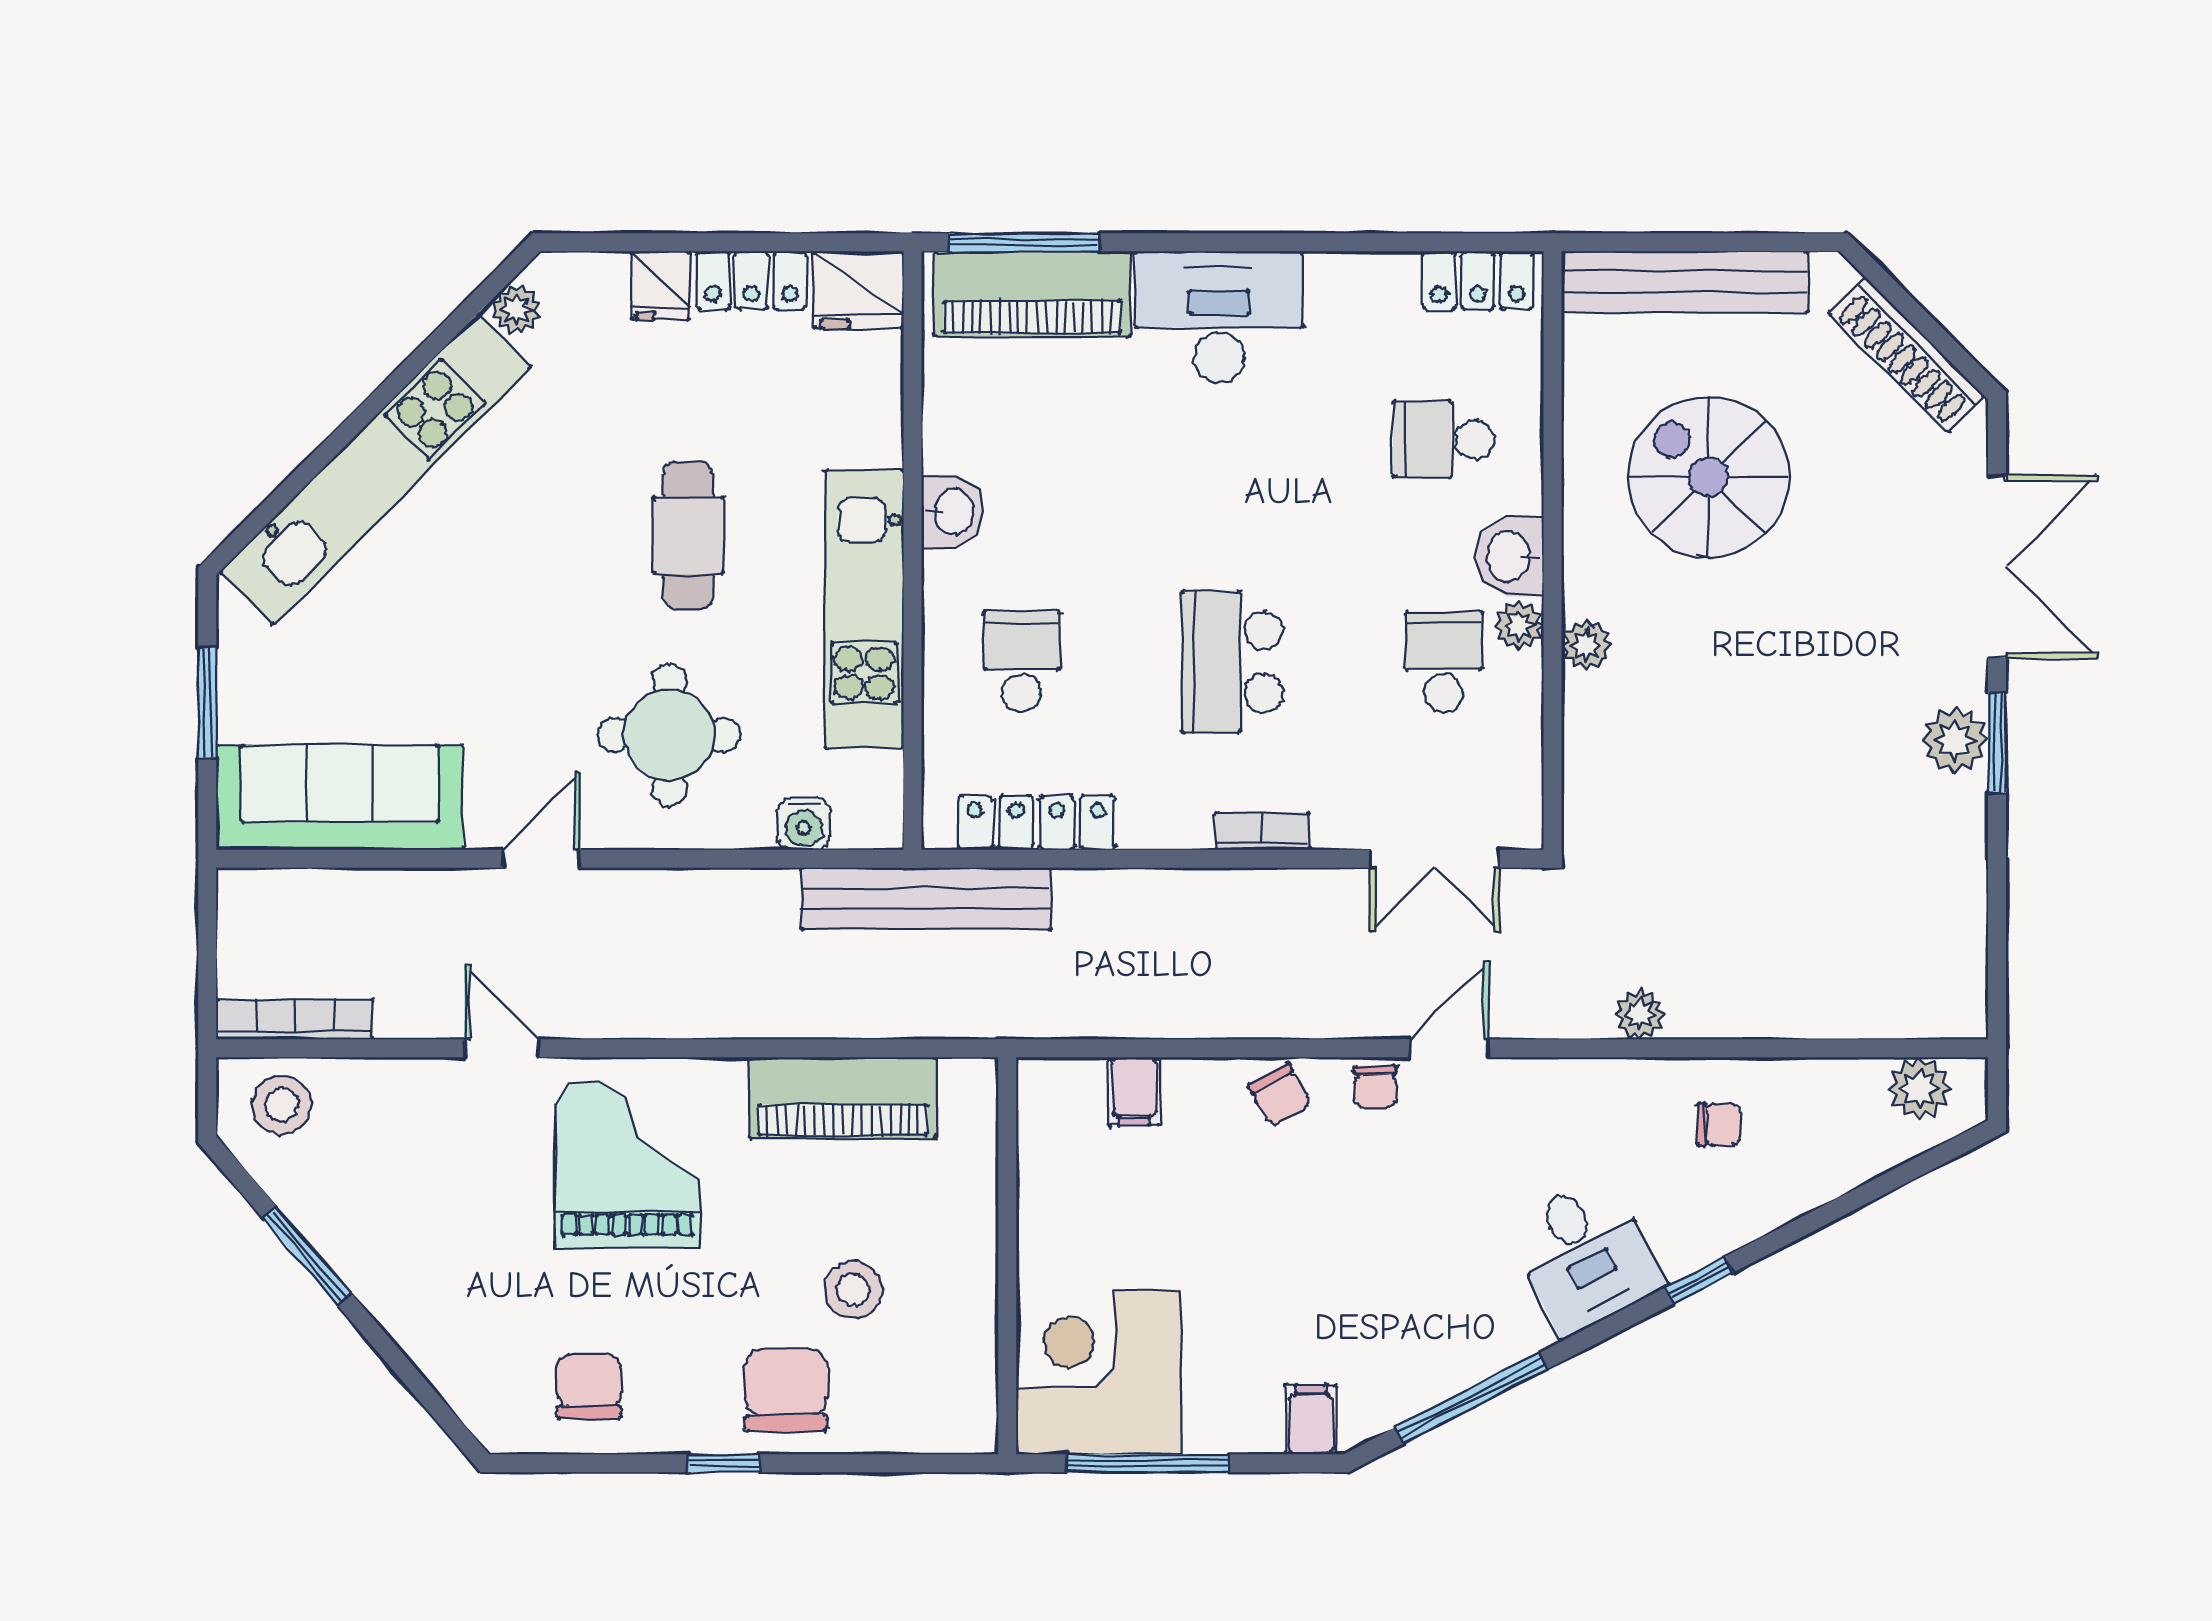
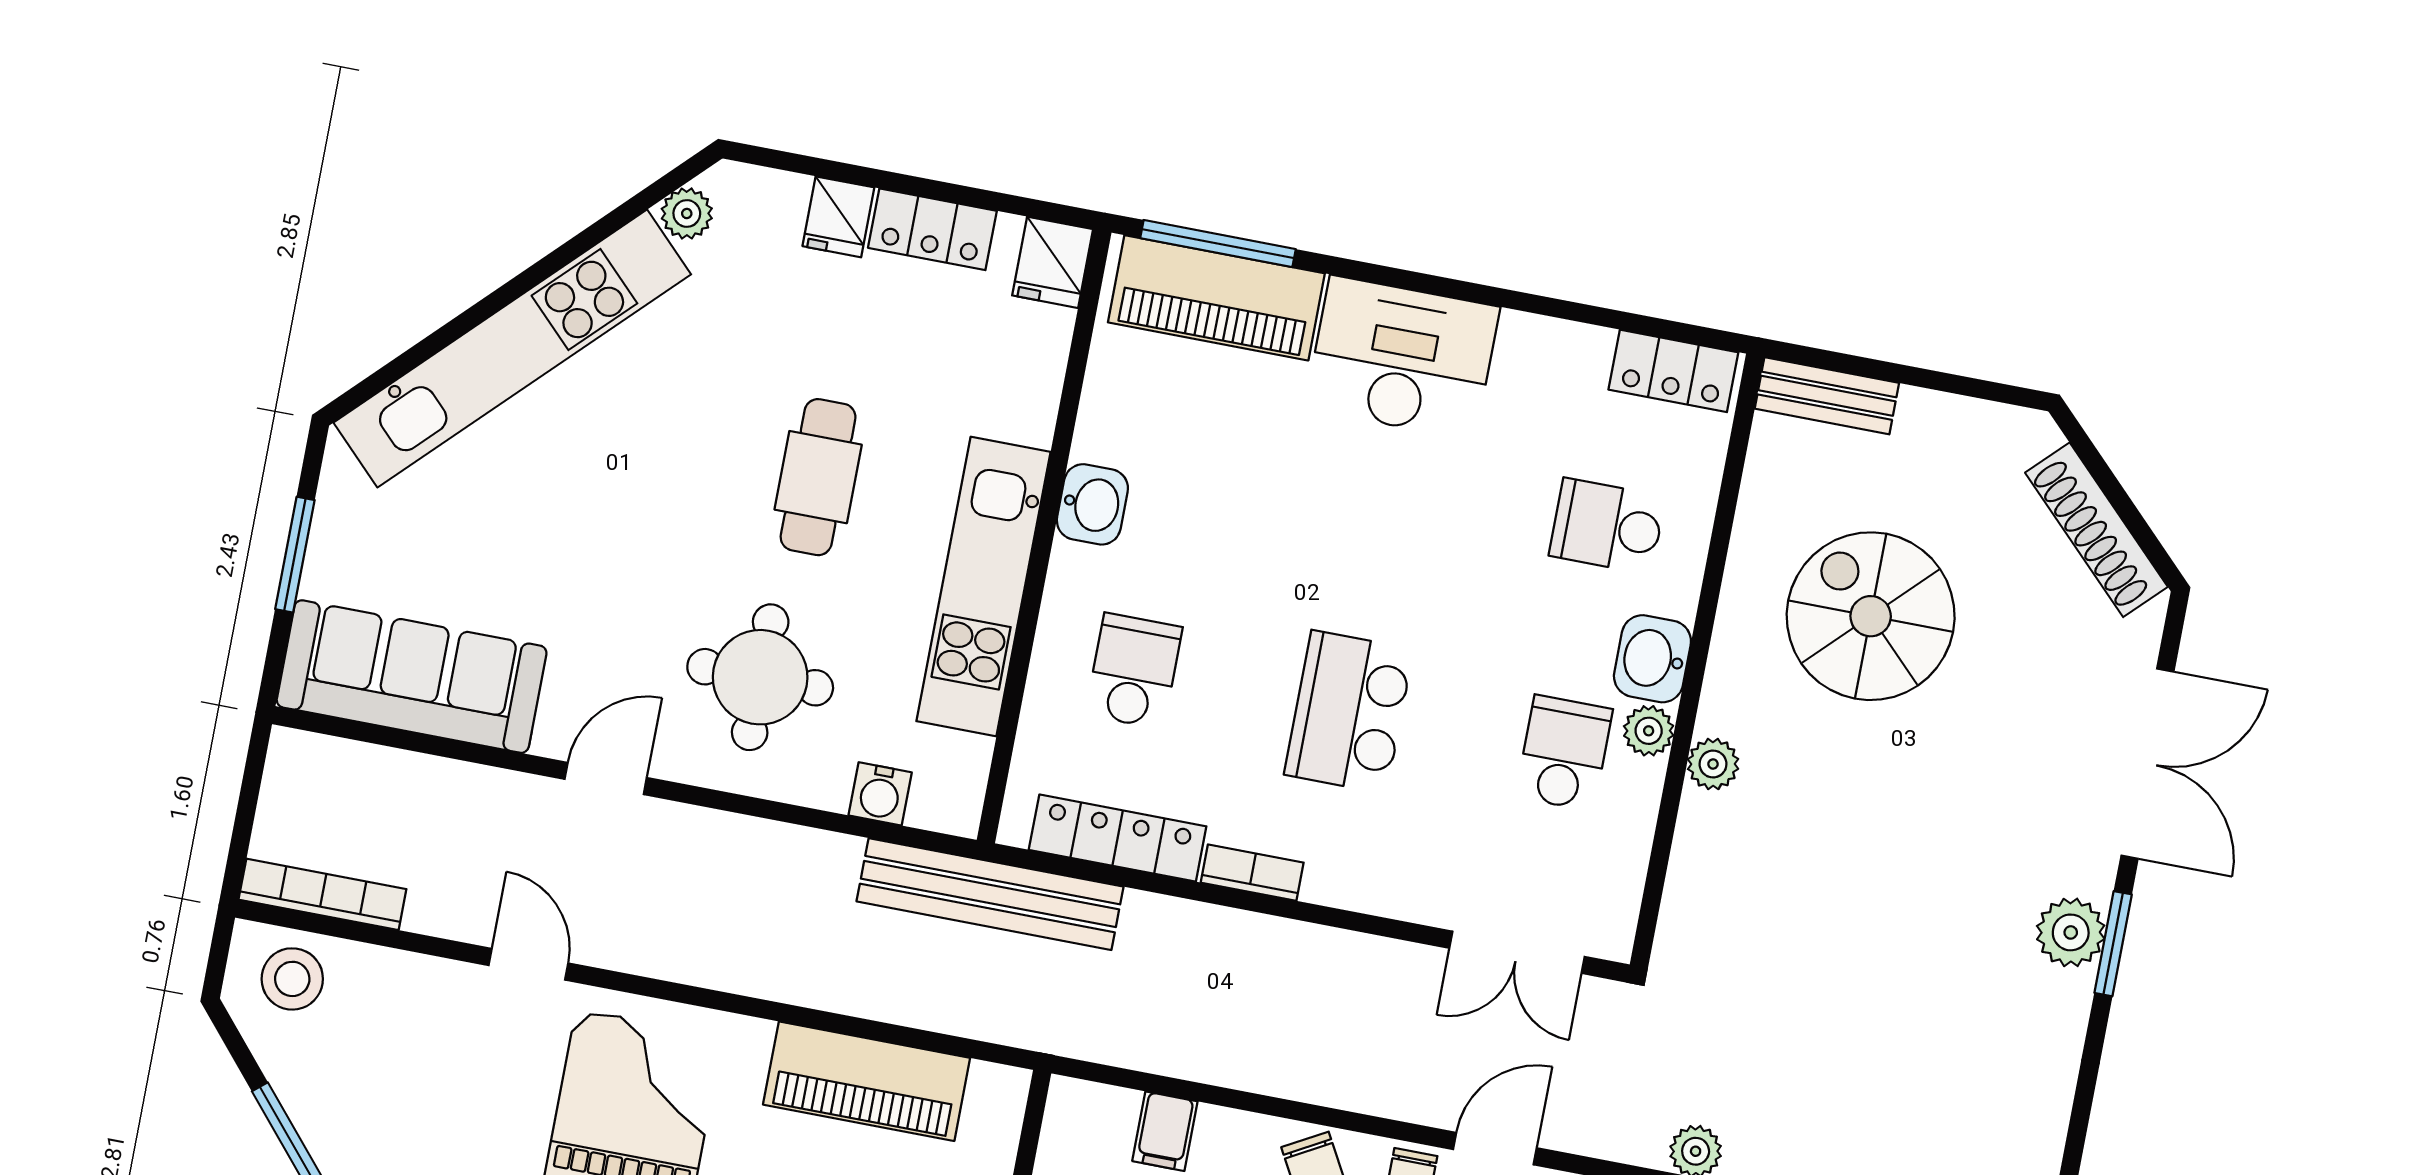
bench: (1685, 282) -> (1827, 396), width x0.54, depth x0.82
fridge: (859, 290) -> (1053, 262), width x0.72
bookcase: (1262, 831) -> (1252, 873), moved

